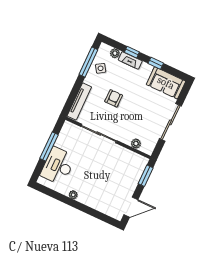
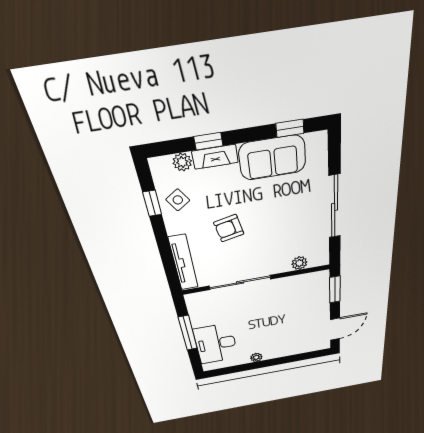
window: (88, 62) -> (152, 203), width x0.46
window: (156, 63) -> (290, 128), moved
sofa: (166, 83) -> (272, 158), moved
armchair: (114, 98) -> (229, 228), turned -102

